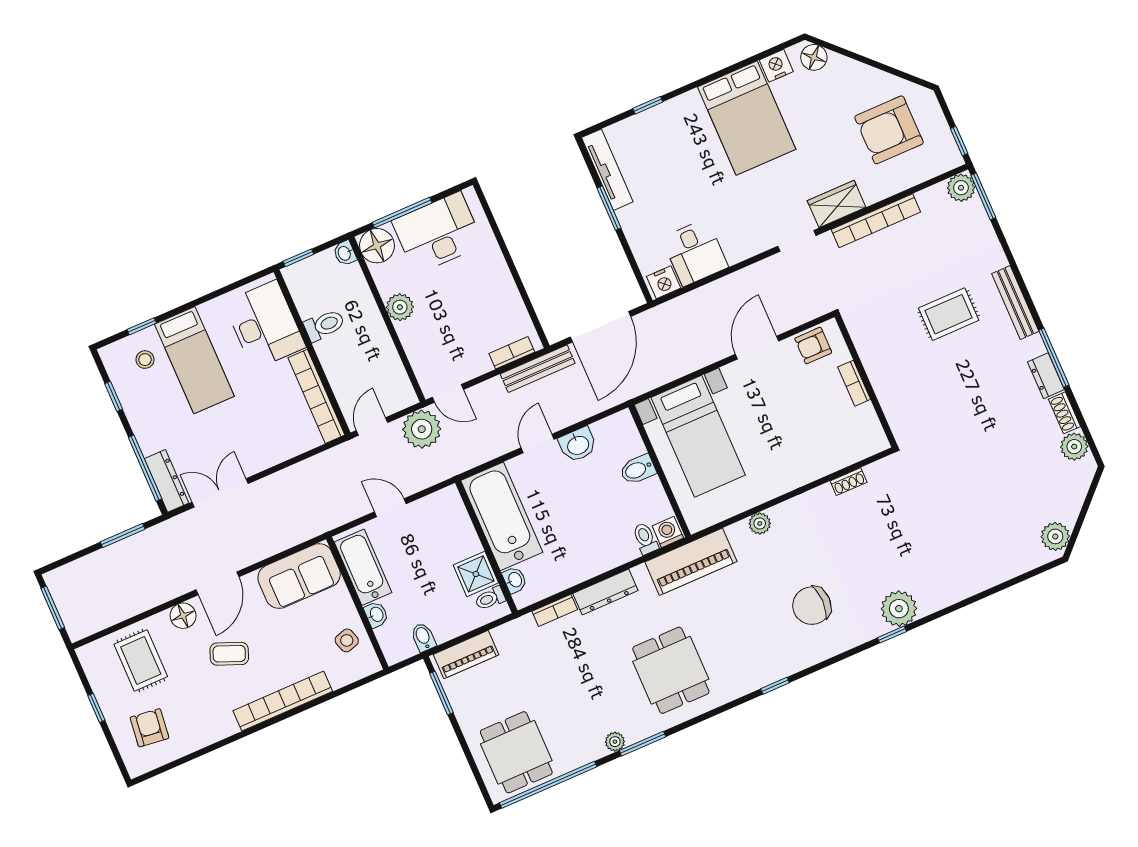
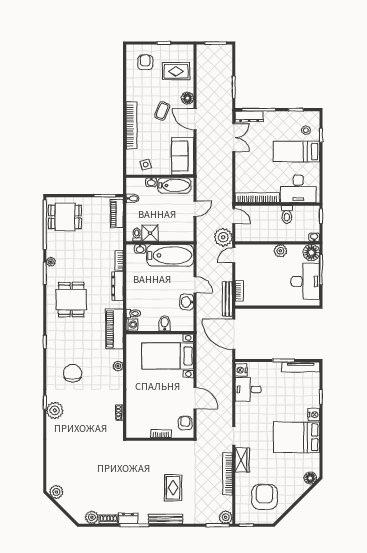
nightstand: (776, 66) -> (314, 415), moved
dining table: (671, 670) -> (71, 300), turned 90
armchair: (149, 728) -> (145, 62), turned -97

